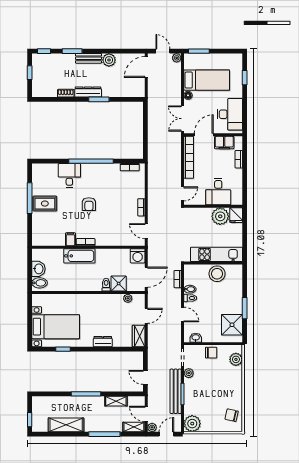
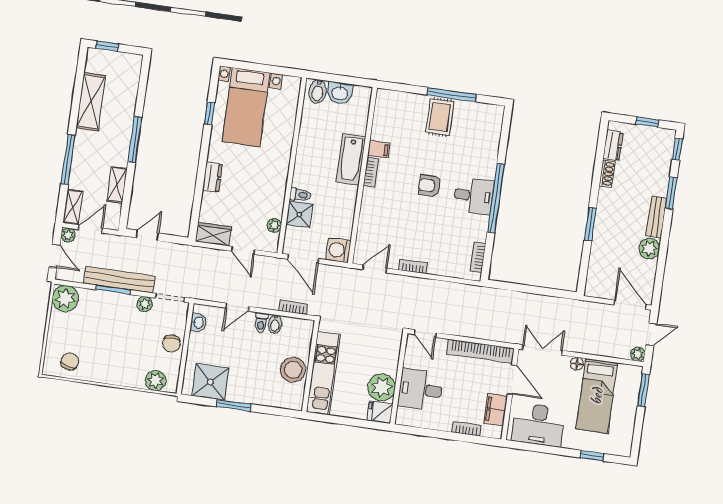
dresser: (88, 92) -> (613, 145), moved, width x0.70
desk: (69, 175) -> (474, 196), moved

